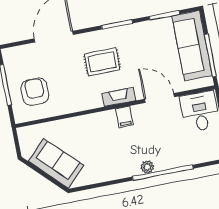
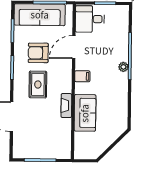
armchair: (35, 92) -> (38, 53), moved
fireplace: (119, 97) -> (66, 106), moved
sofa: (56, 163) -> (85, 113), moved, turned 135

